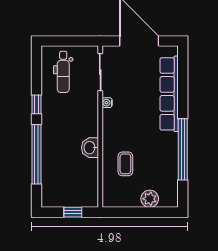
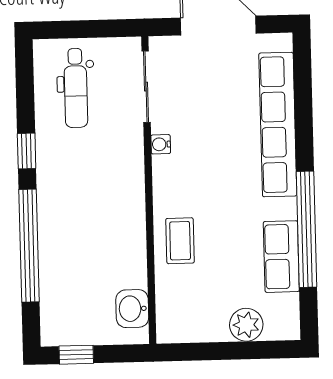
washbasin: (90, 148) -> (132, 309), moved
row of seats: (169, 163) -> (281, 257), added
coffee table: (125, 164) -> (180, 241), moved
window: (73, 212) -> (76, 355), moved

